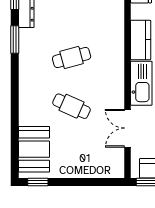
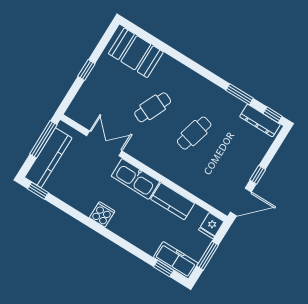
cafe table: (72, 58) -> (194, 133), turned 30
window: (38, 182) -> (86, 70), moved

